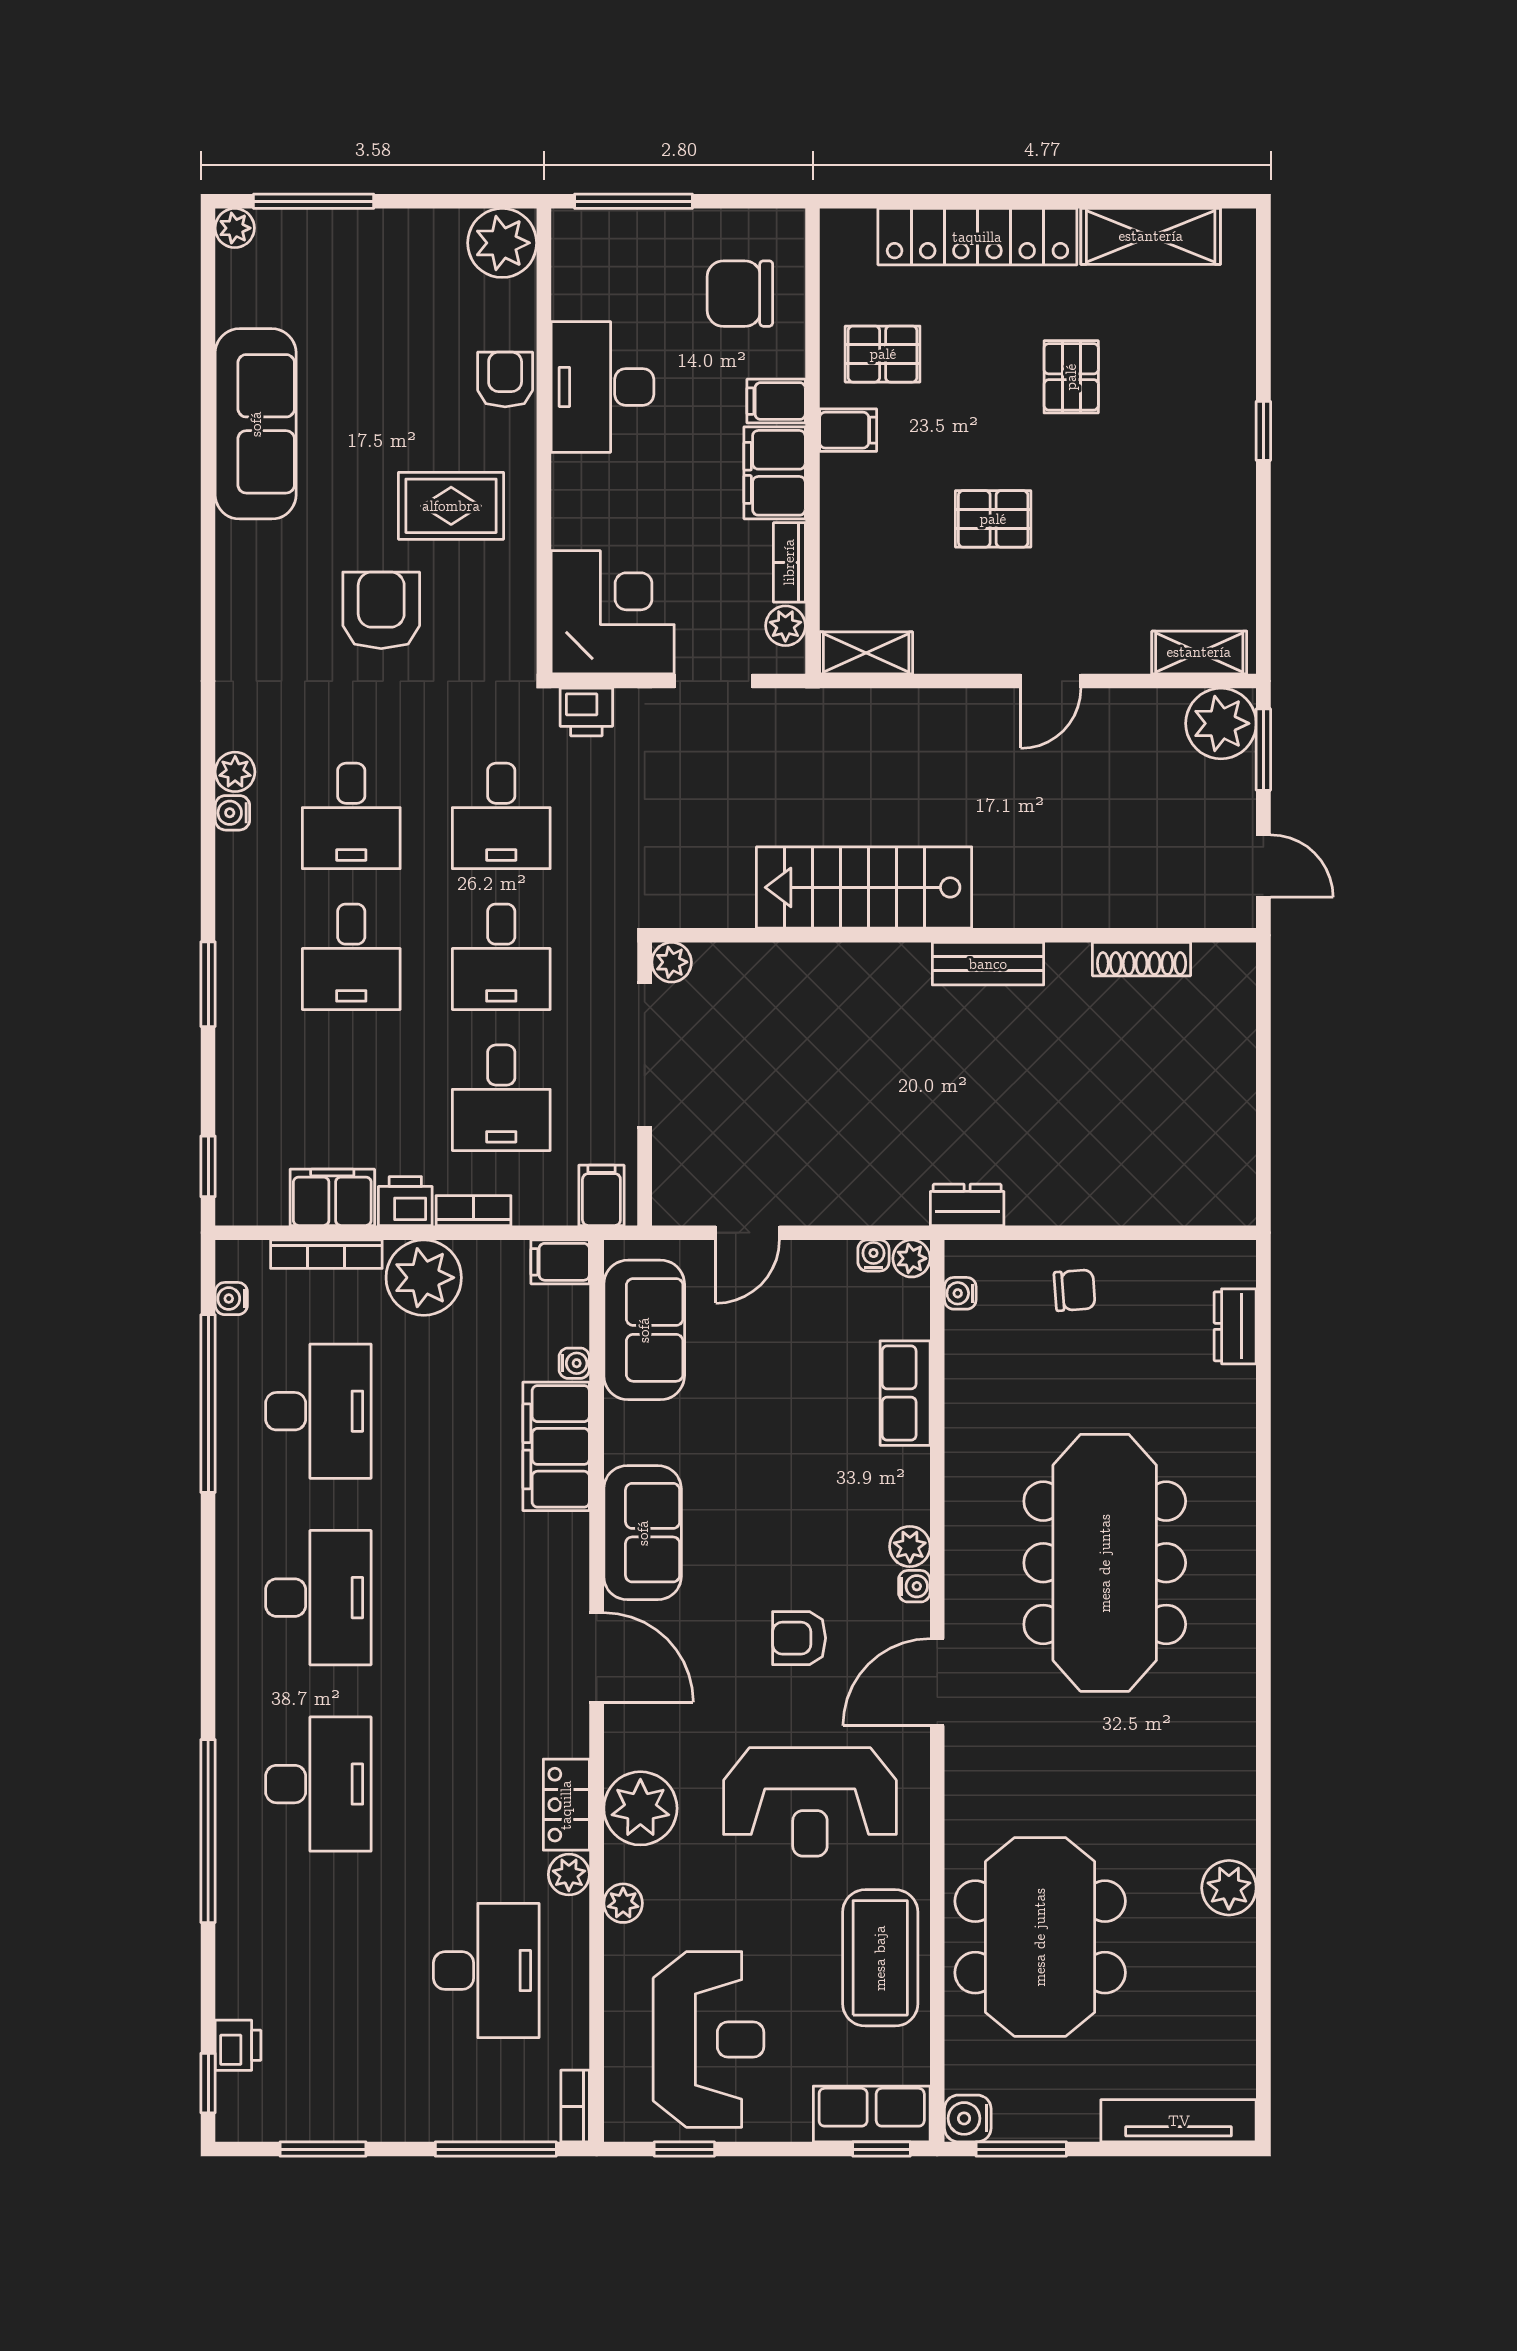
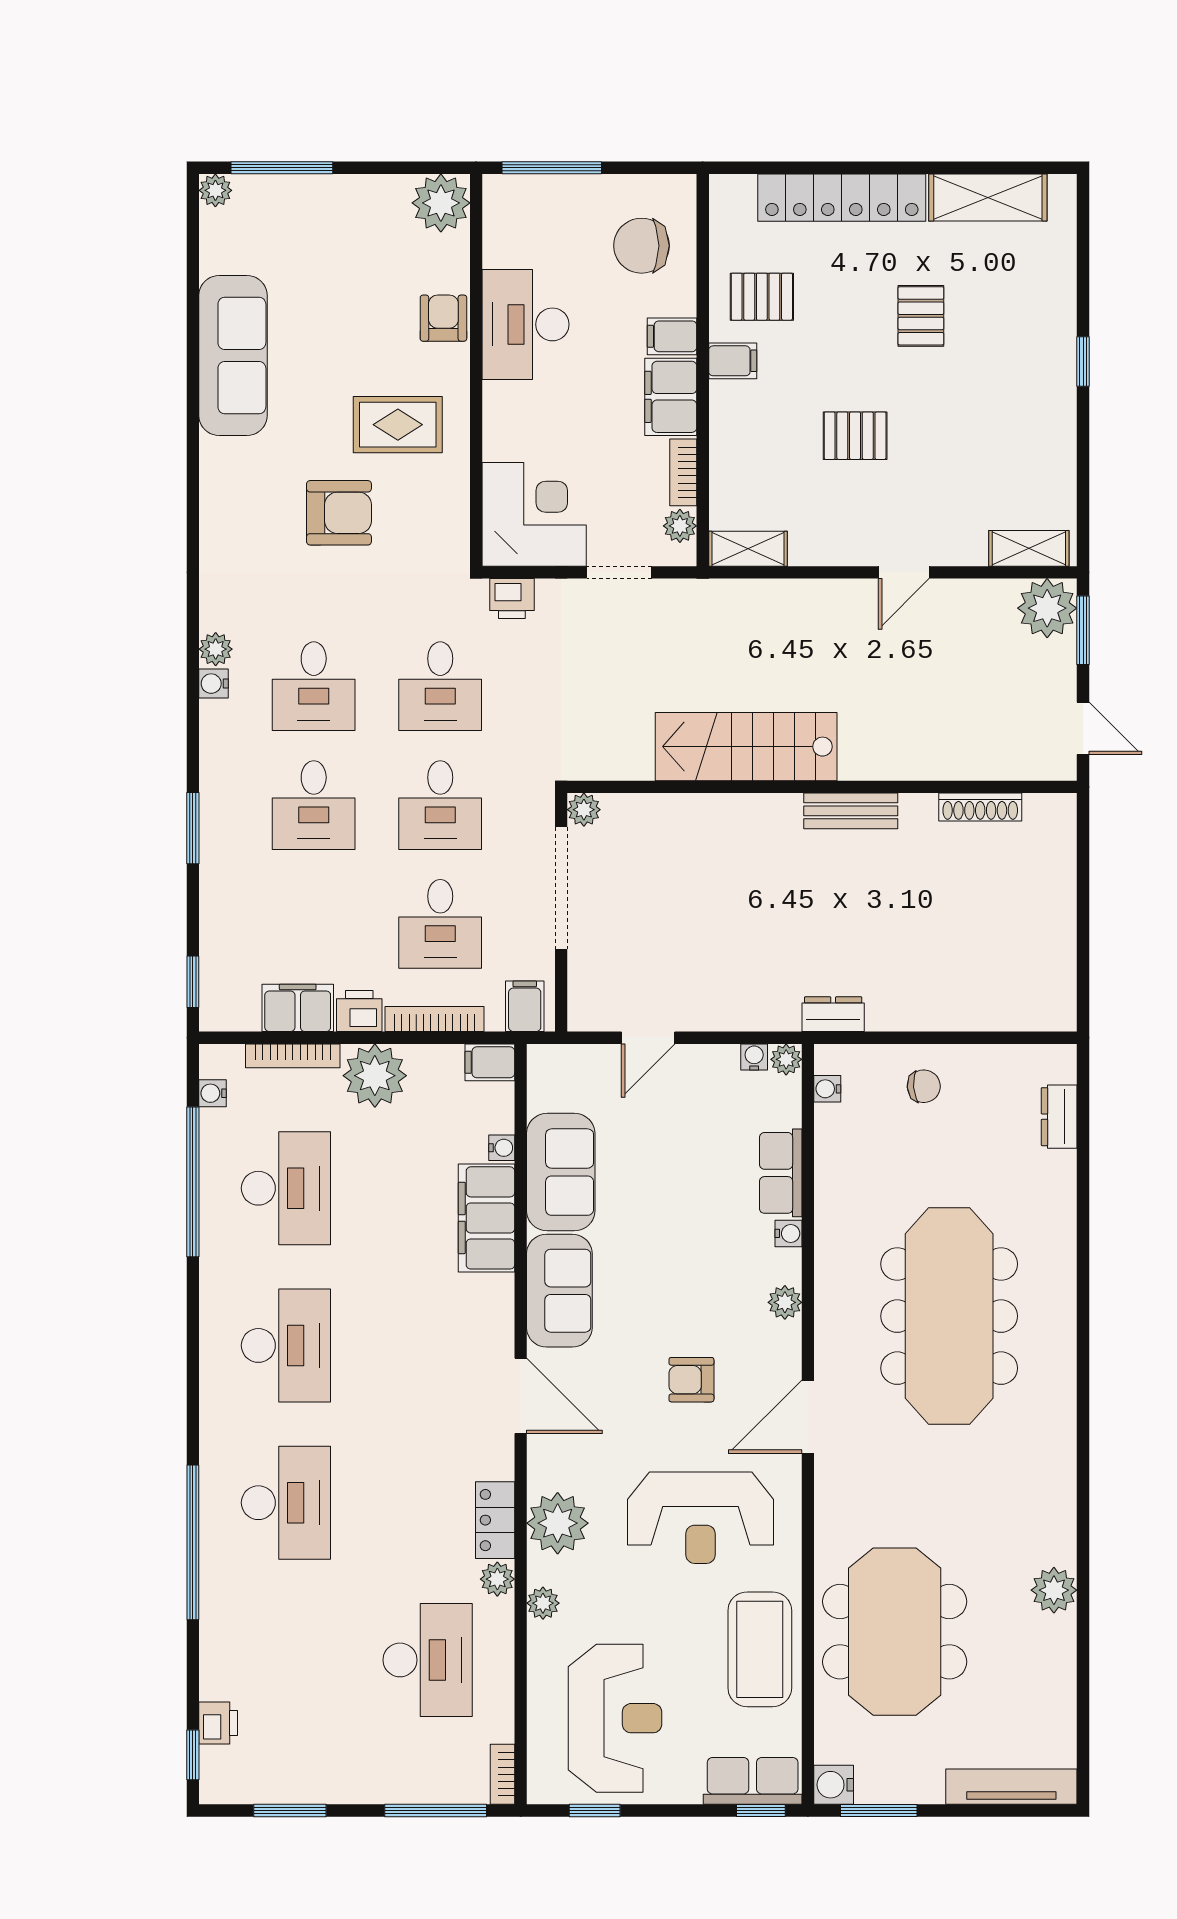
armchair: (381, 610) -> (339, 513), turned 90
bookcase: (473, 1211) -> (435, 1019), width x1.56
sofa: (644, 1330) -> (561, 1172), moved
water cooler: (914, 1586) -> (789, 1233), moved

